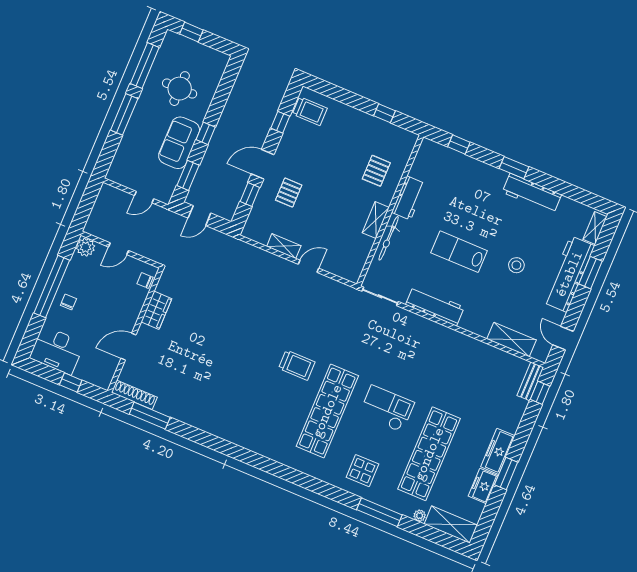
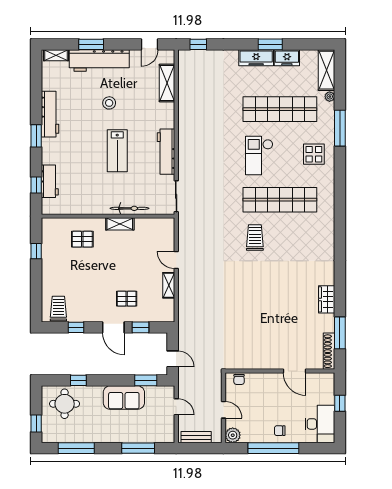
round table: (180, 89) -> (65, 404), moved
window: (124, 114) -> (138, 448), moved
window: (206, 133) -> (78, 380), moved
workbench: (409, 198) -> (50, 181), moved, turned 90
wardrobe: (156, 310) -> (327, 299), moved, turned -90
bench: (530, 381) -> (196, 437), moved

